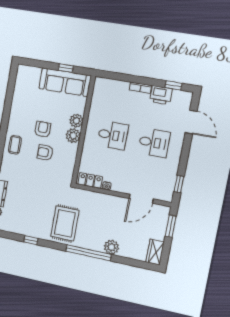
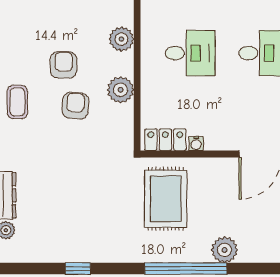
plant: (73, 136) -> (121, 90), moved
armchair: (45, 153) -> (75, 106), turned 94
rug: (65, 223) -> (166, 199), moved

